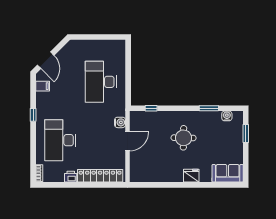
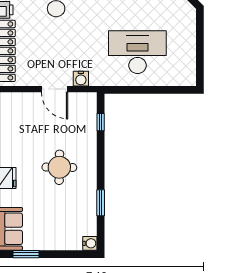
water cooler: (227, 116) -> (90, 243), moved
window: (246, 133) -> (26, 254), moved

